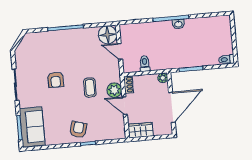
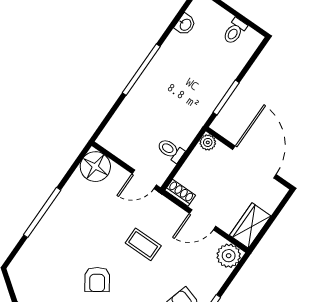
washbasin: (178, 24) -> (185, 24), moved
door: (120, 51) -> (144, 179), moved
toilet: (226, 59) -> (235, 31), moved
armchair: (56, 80) -> (97, 280), turned 56
plant: (114, 90) -> (229, 256), moved

